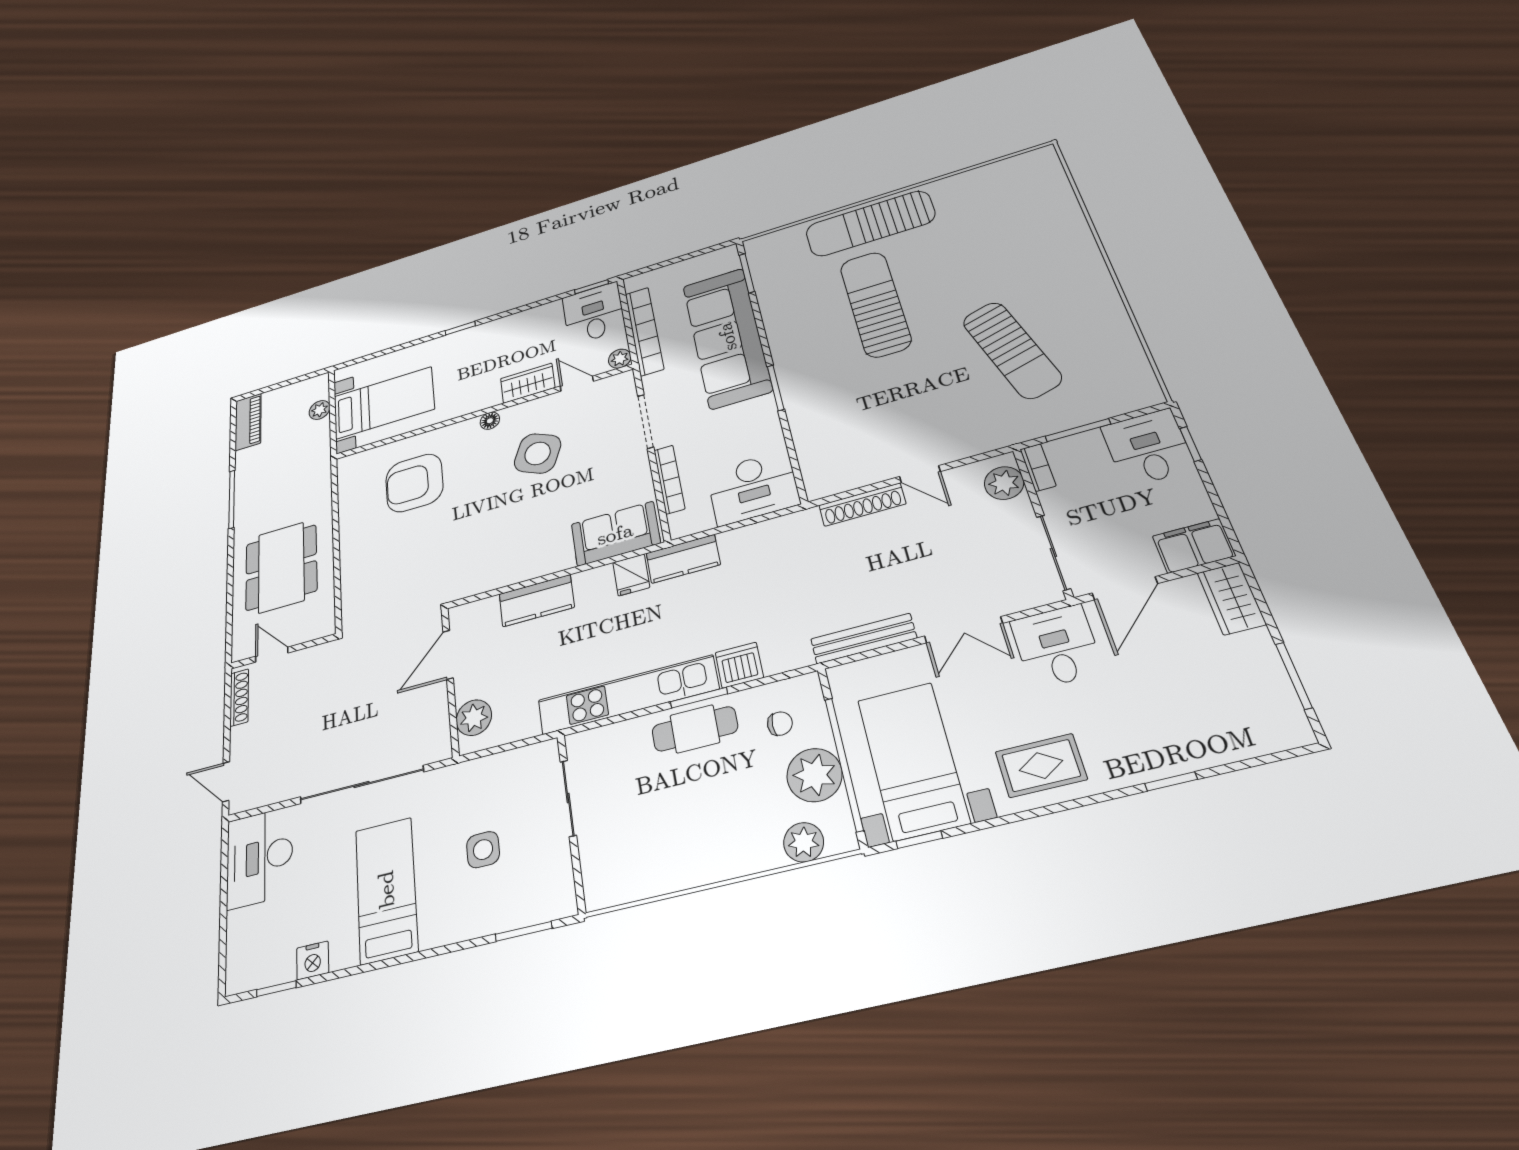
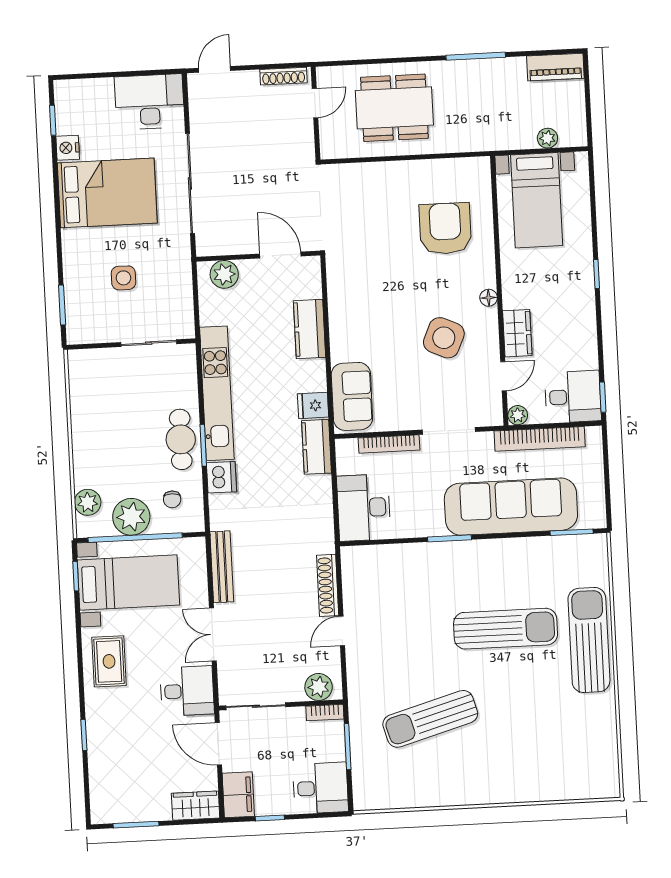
window: (1191, 444) -> (270, 818), moved
bed: (386, 890) -> (107, 193), width x1.50

